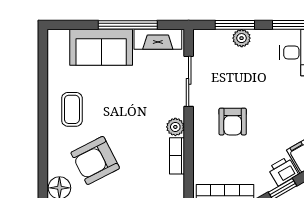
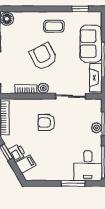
window: (43, 65) -> (80, 9), added
armchair: (95, 160) -> (43, 57), moved

